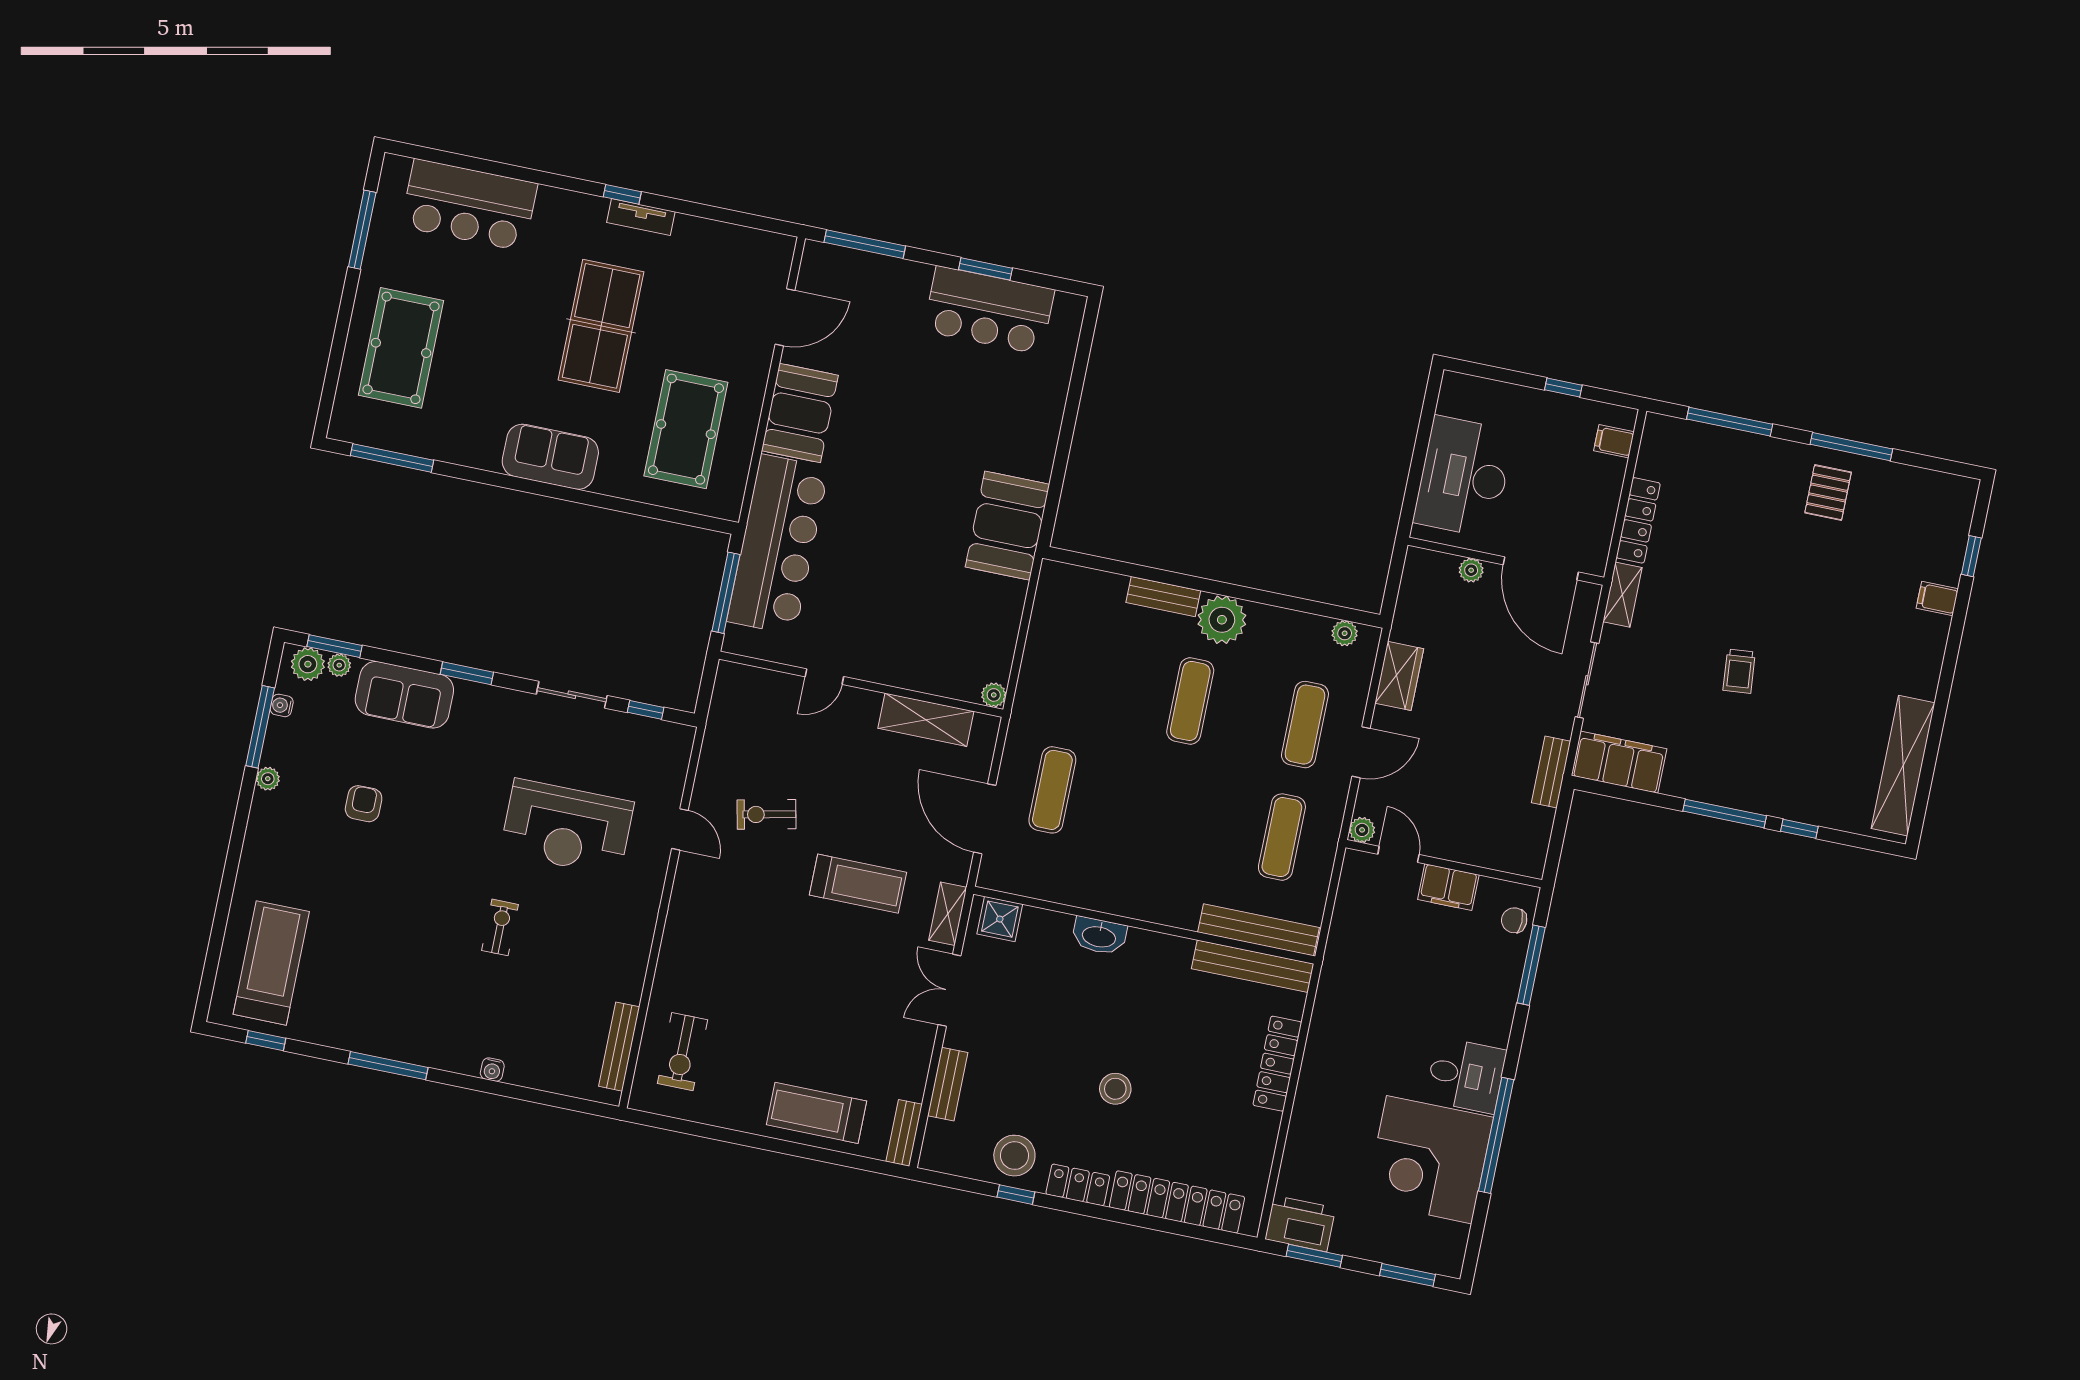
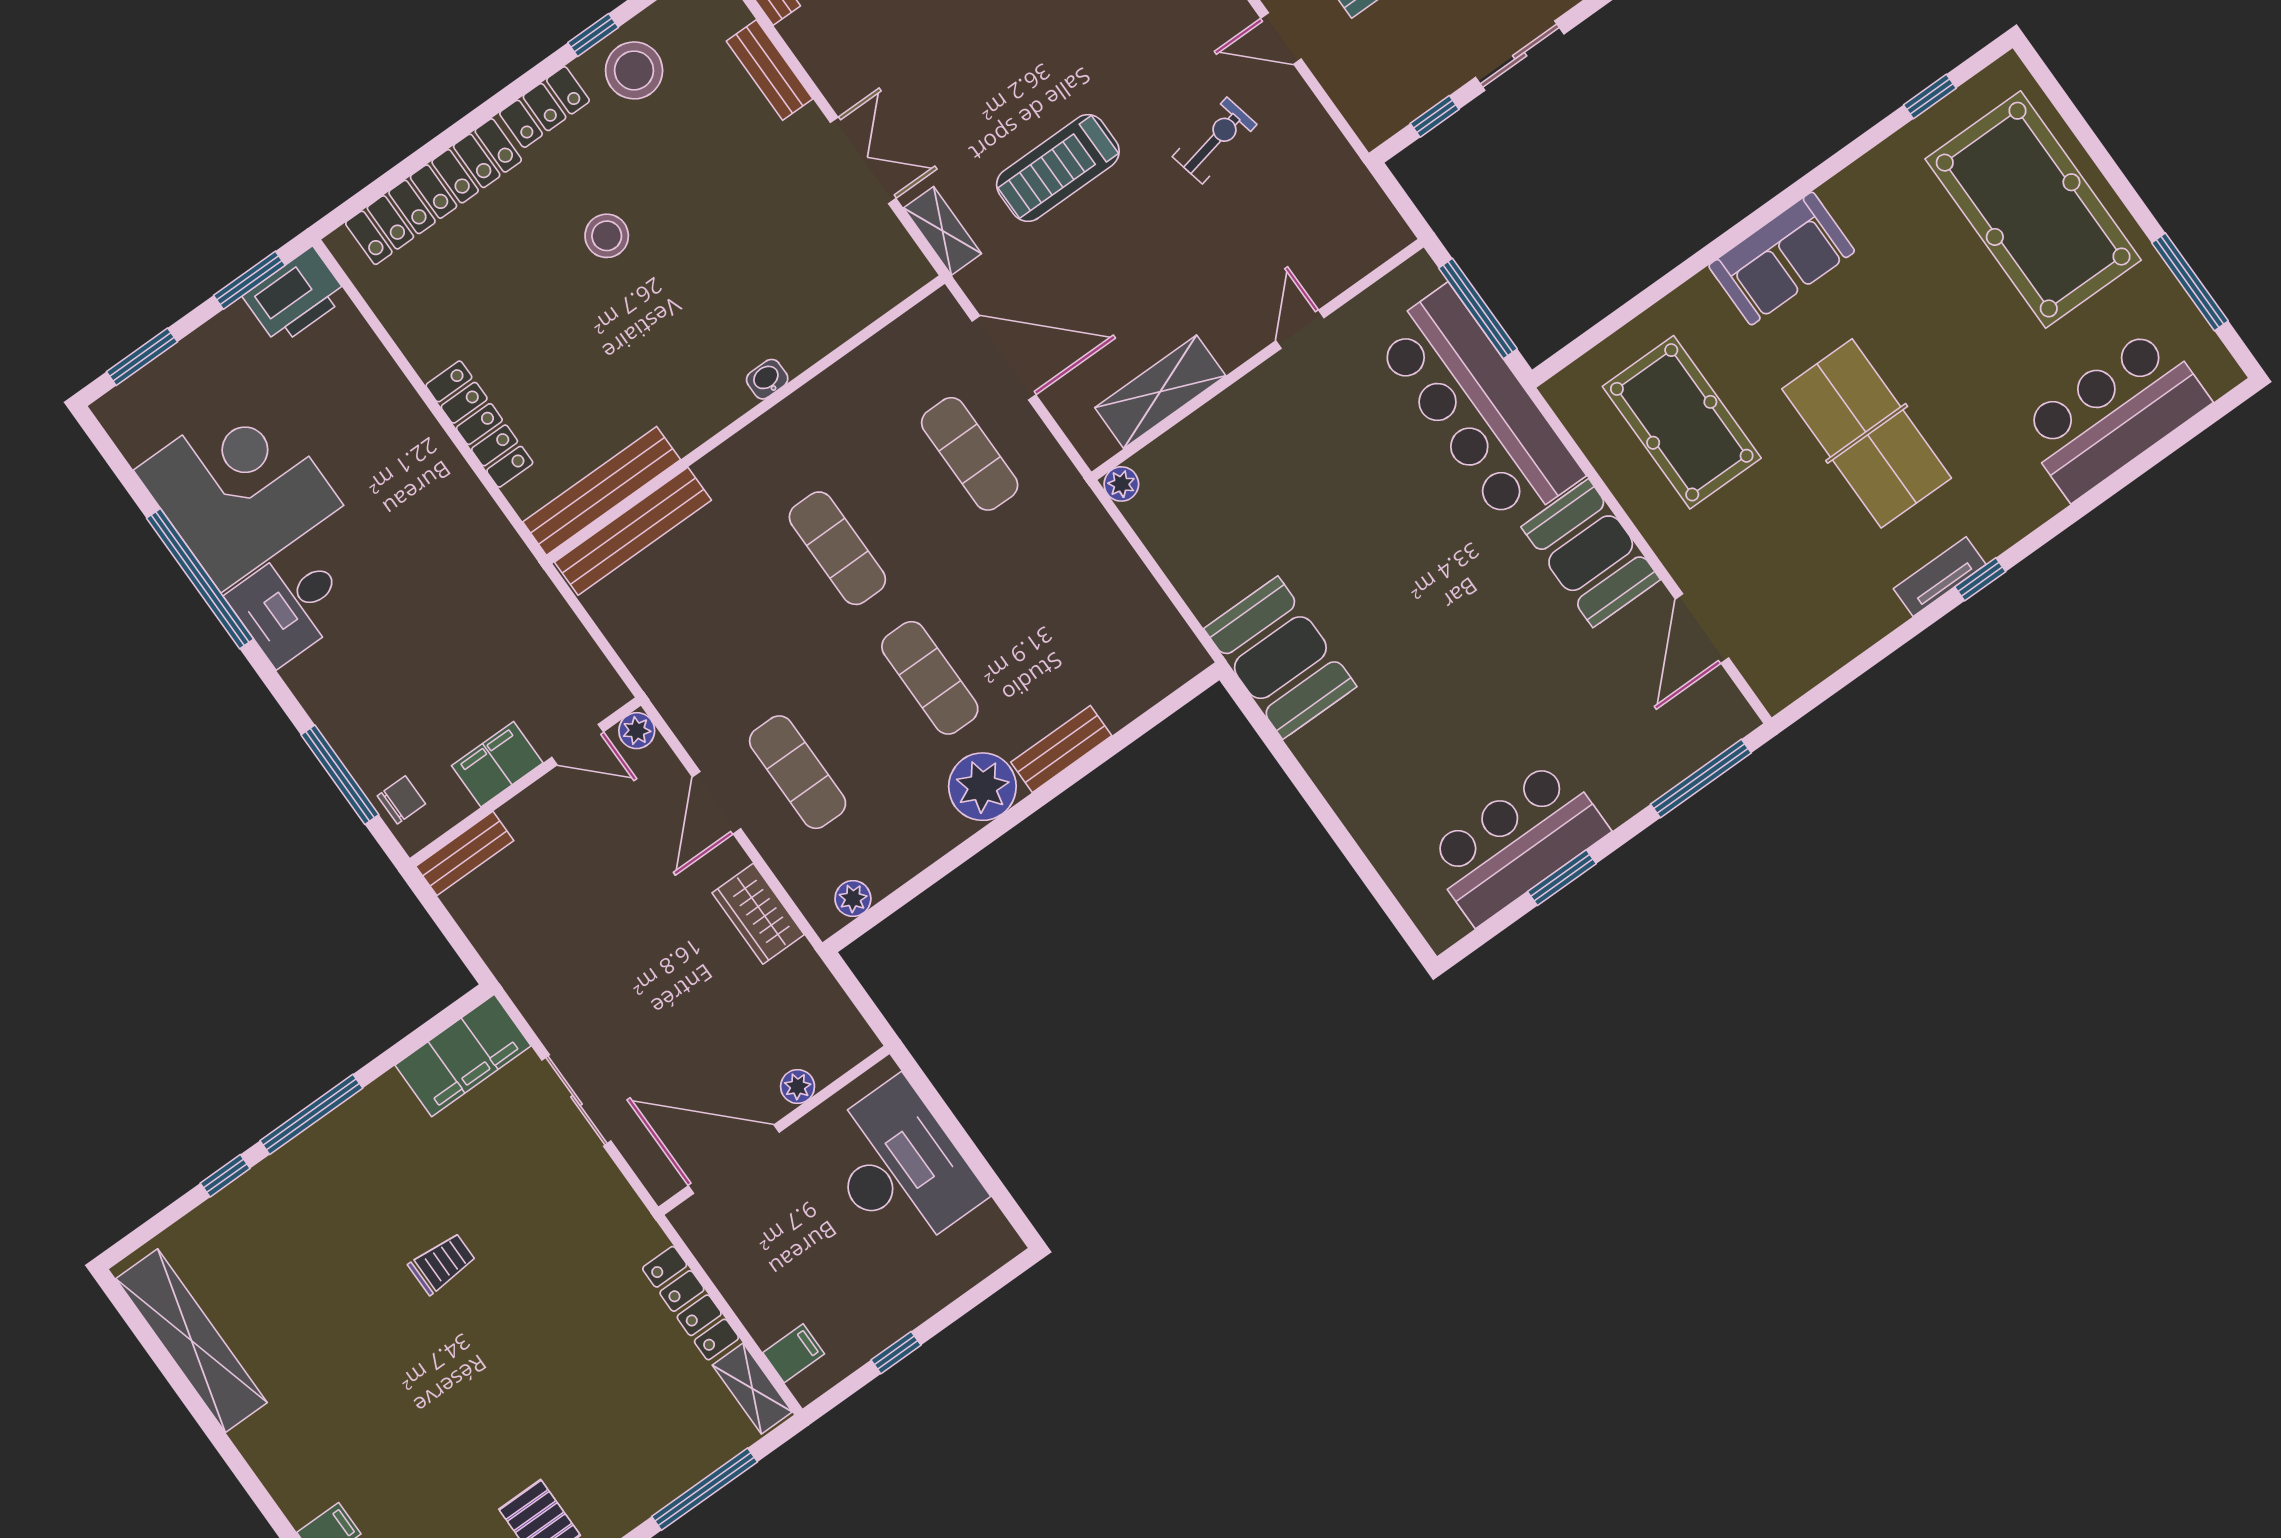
pool table: (401, 348) -> (2033, 210), width x1.36, depth x1.32
window: (392, 458) -> (1930, 97), width x0.46
shelving: (1622, 595) -> (752, 1389), moved
trolley: (1739, 671) -> (442, 1263), turned 95
bench: (1551, 772) -> (465, 853), moved, turned 90
exercise mat: (1282, 837) -> (837, 548), moved
shower: (1000, 919) -> (888, 279), removed
washbasin: (1099, 936) -> (767, 379), width x0.52, depth x0.69

